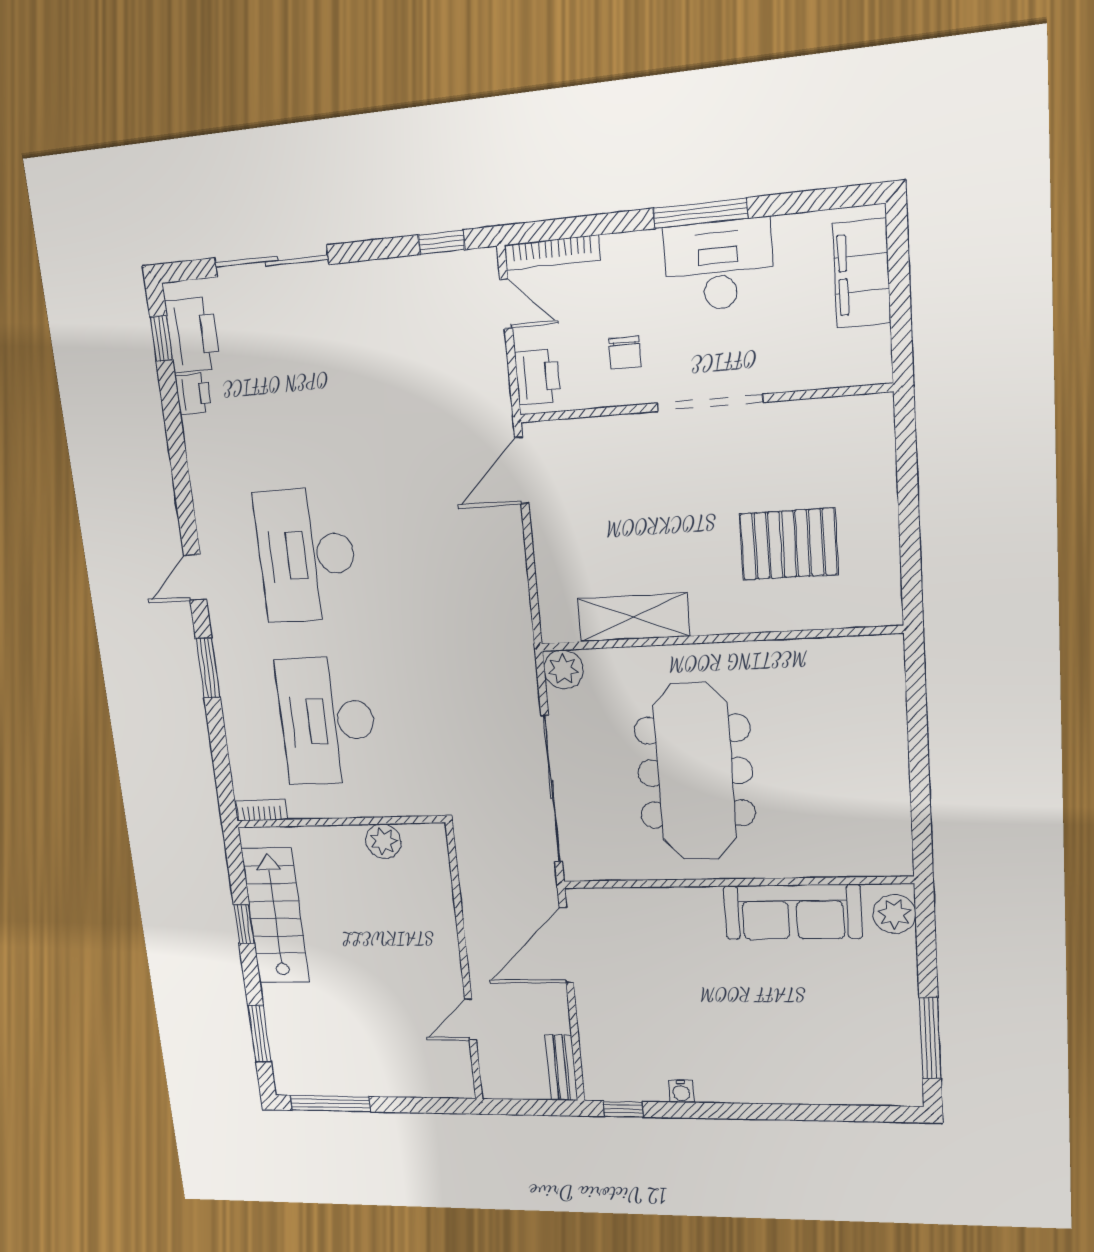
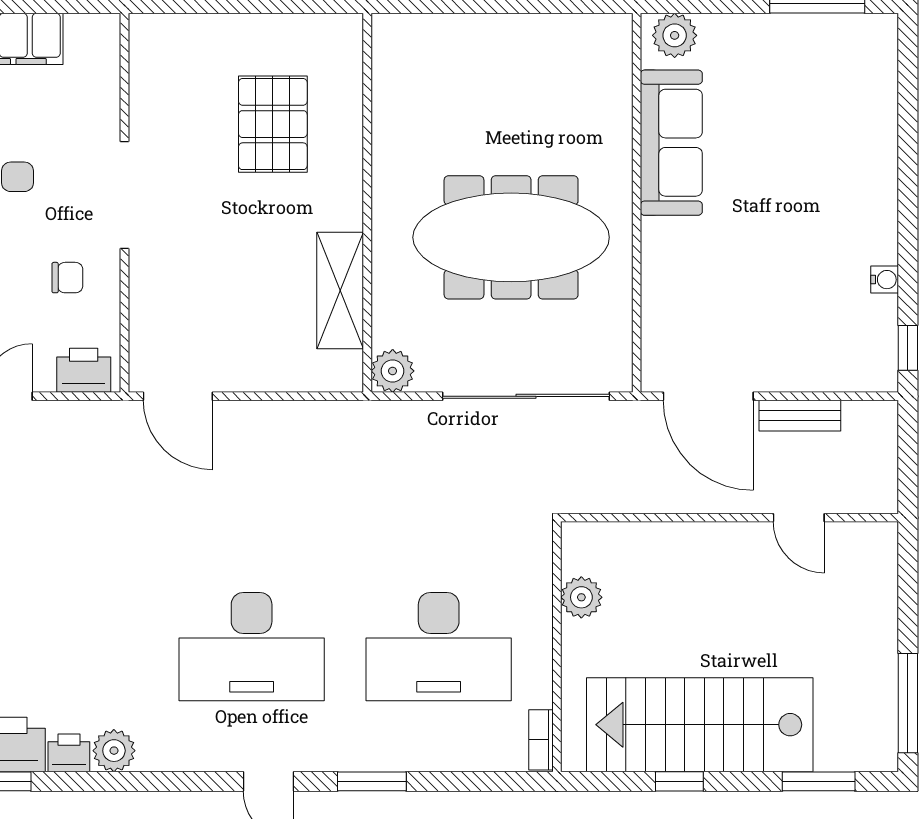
plant: (201, 436) -> (114, 751), added
stairs: (275, 916) -> (700, 725), width x1.36, depth x1.51
bench: (561, 1068) -> (800, 416), moved

